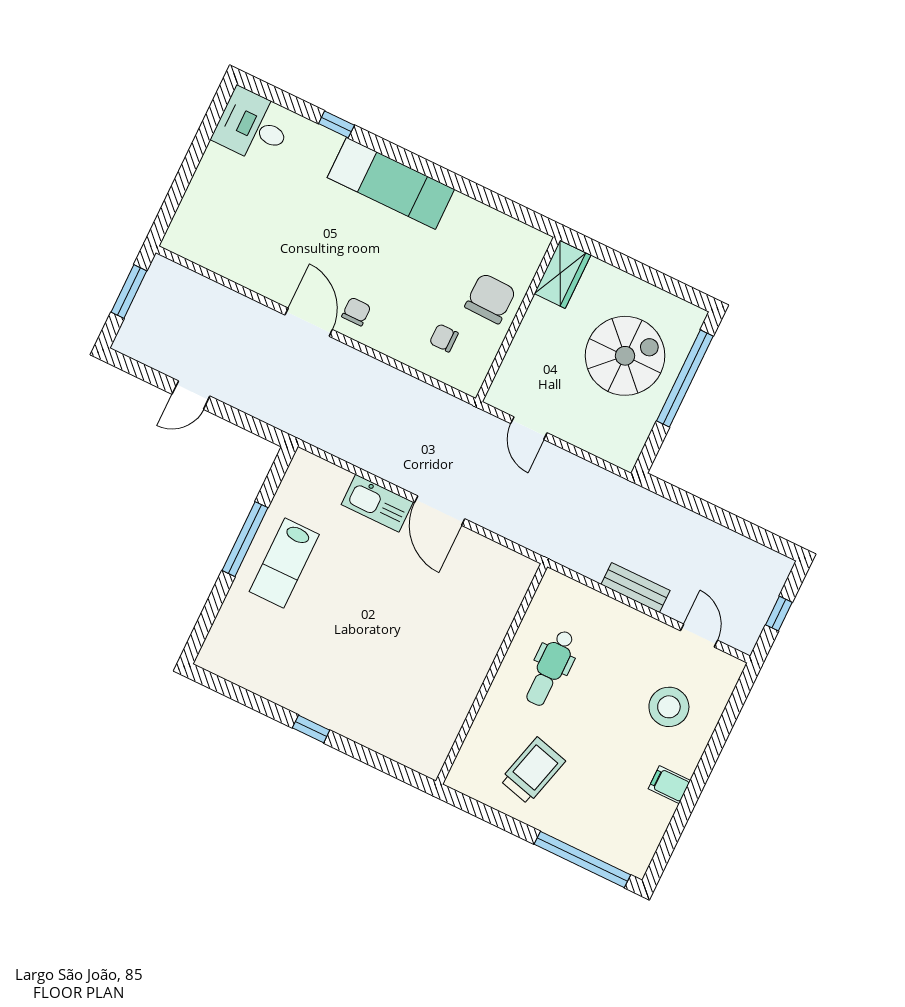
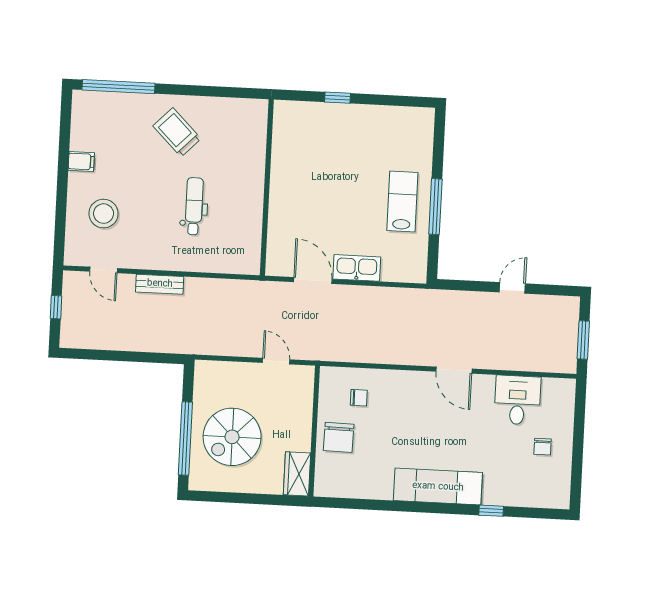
desk: (253, 126) -> (517, 400), moved, turned -90
chair: (356, 312) -> (543, 447), moved
wall: (492, 674) -> (267, 187), moved
trolley: (533, 771) -> (177, 132), turned 120

